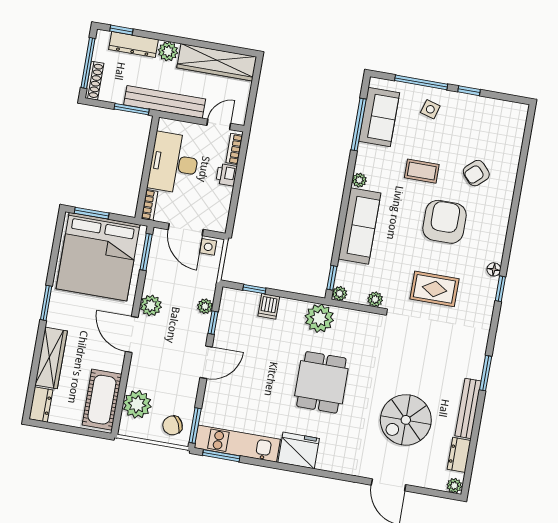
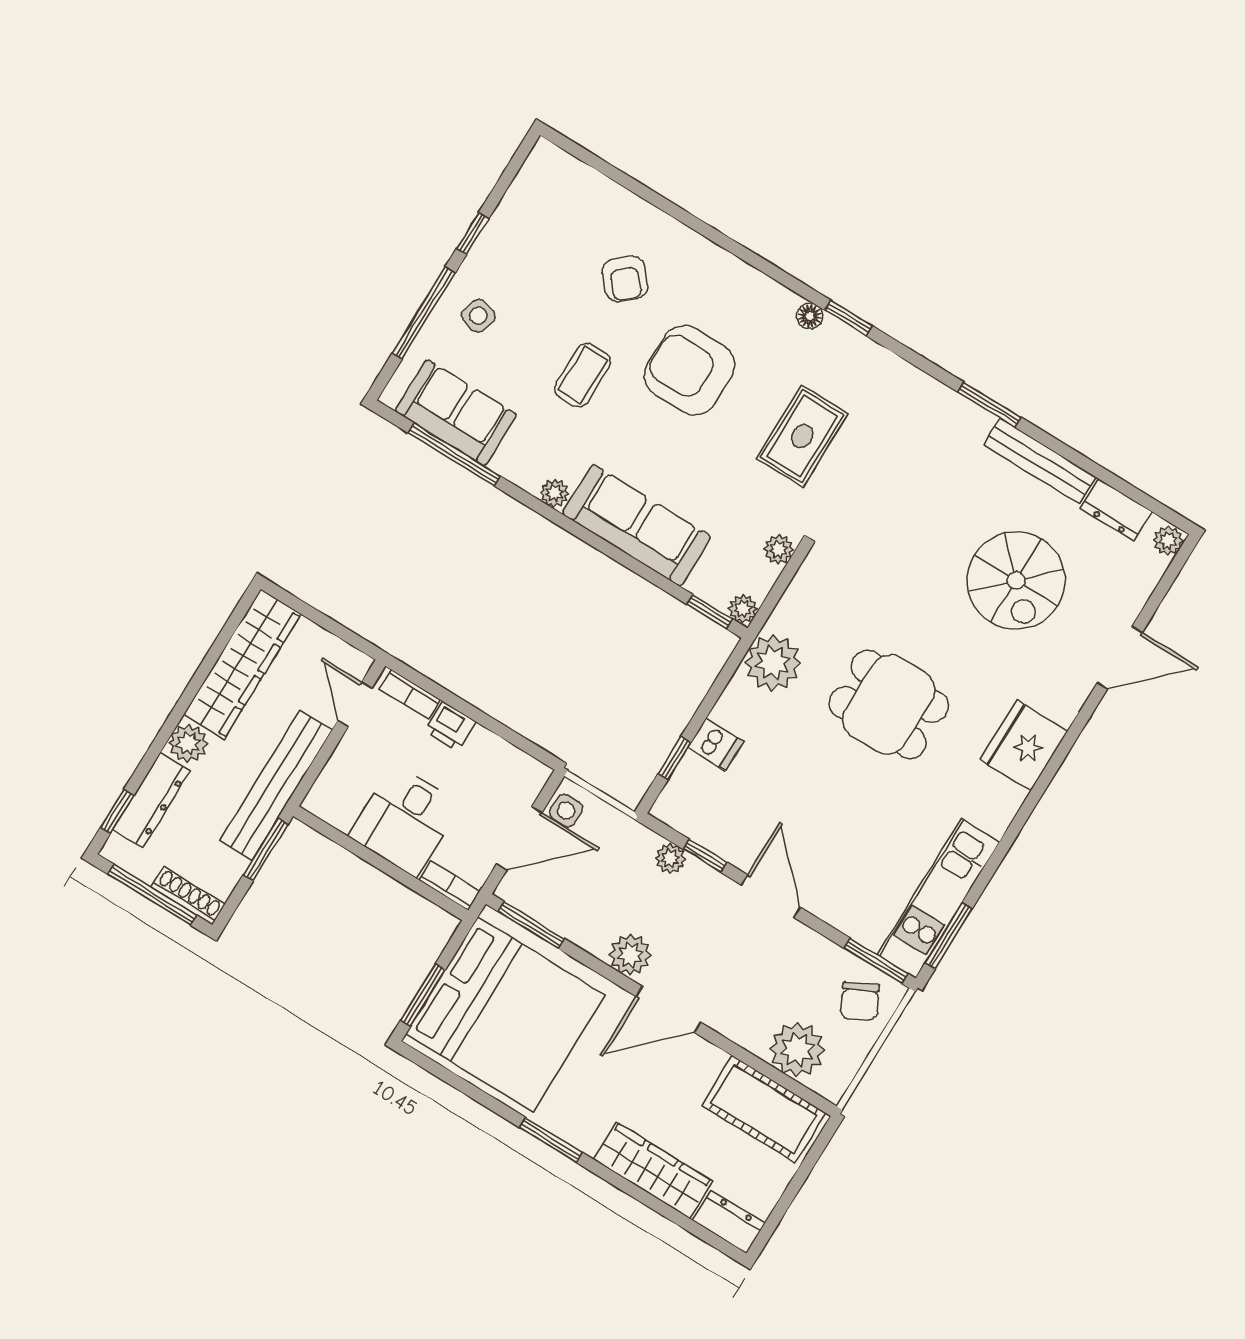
desk: (174, 163) -> (405, 820), width x0.73
fridge: (299, 450) -> (1024, 745), moved

